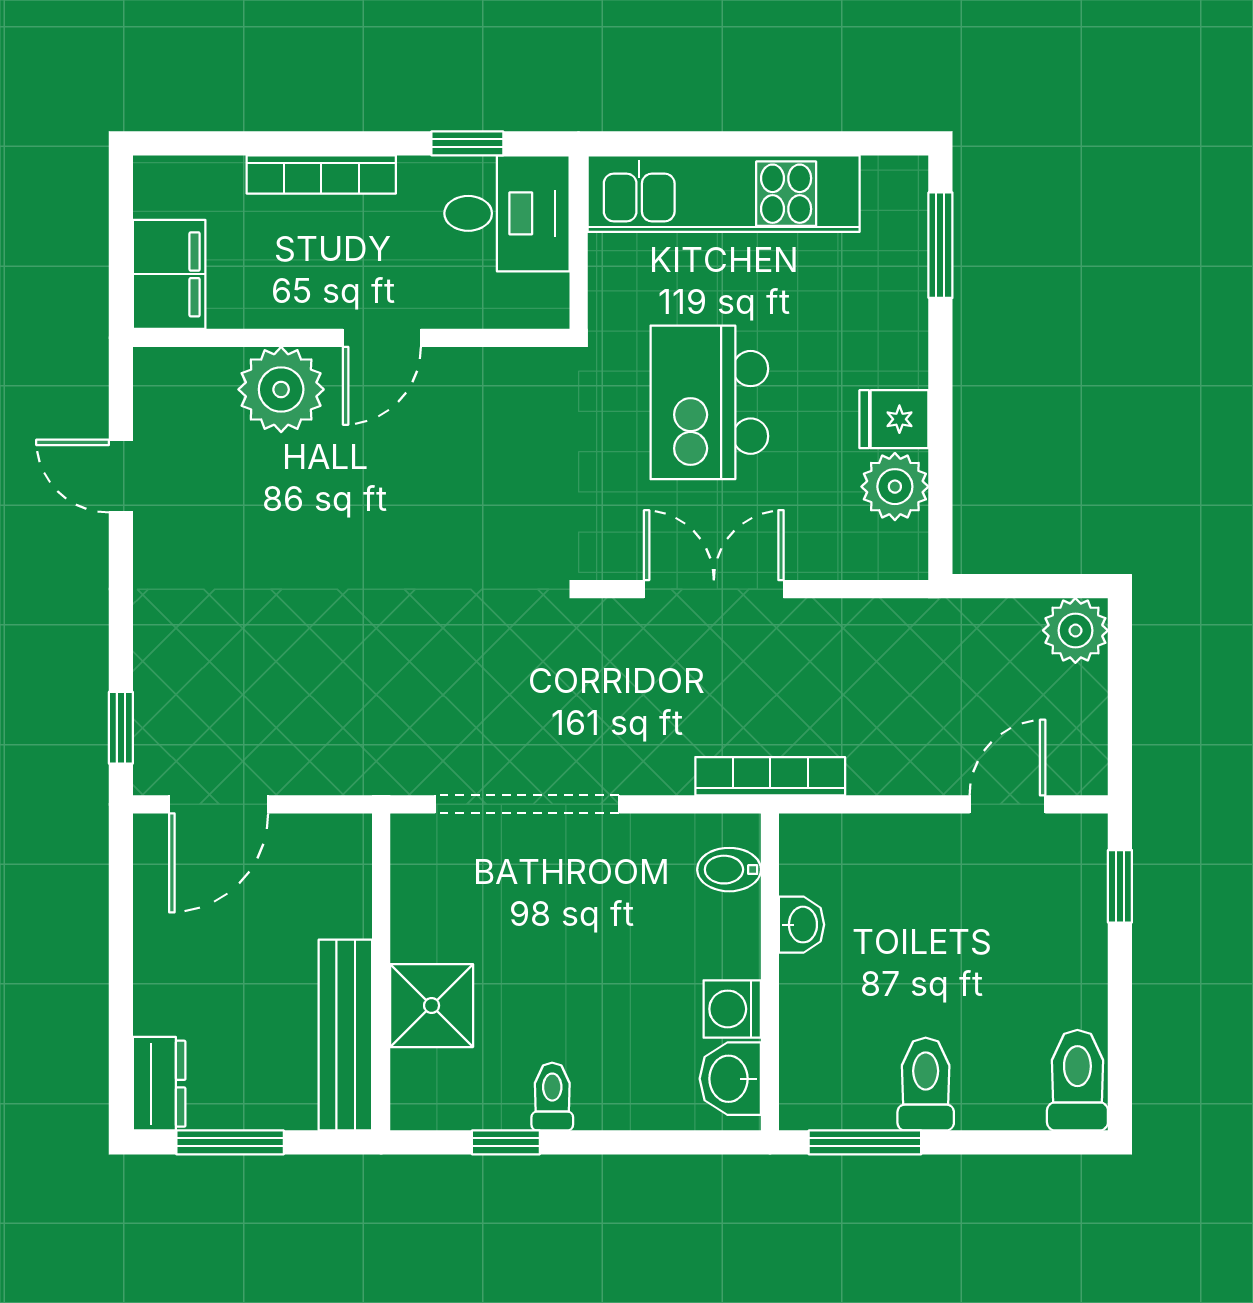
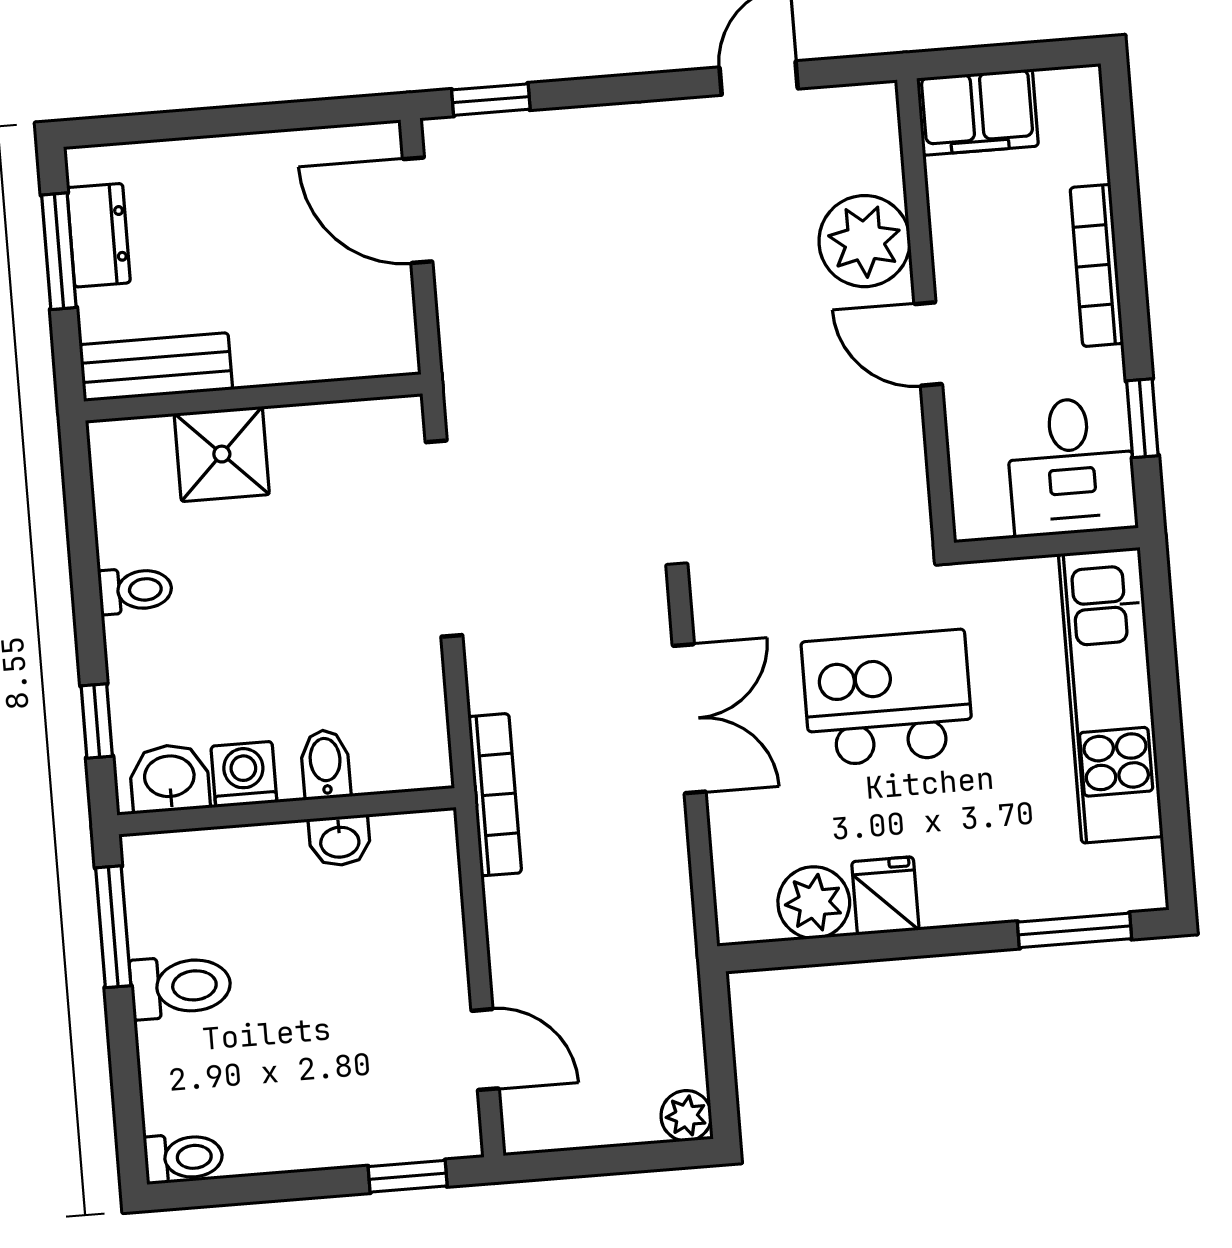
plant: (1075, 630) -> (686, 1116), width x0.73, depth x0.73
bidet: (729, 870) -> (325, 764), moved
bench: (345, 1035) -> (156, 367), width x0.73
toilet: (1077, 1080) -> (183, 1158), width x0.73, depth x0.72
dresser: (159, 1084) -> (99, 235), moved, turned -90
window: (506, 1142) -> (97, 721), moved

